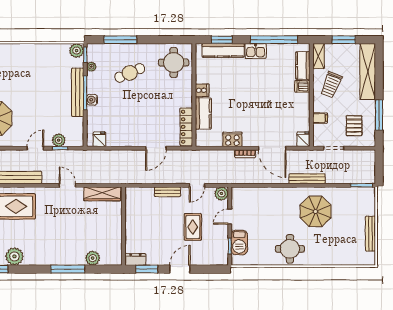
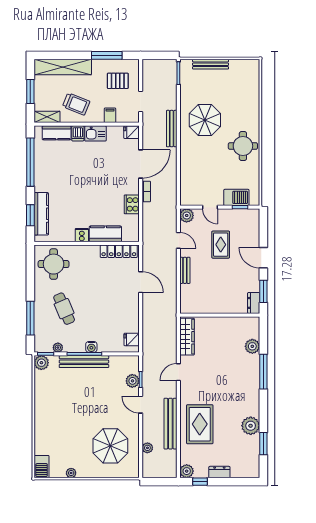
kitchen sink: (256, 51) -> (95, 133), moved, turned 90
rug: (193, 227) -> (221, 245), turned 90
bench: (370, 234) -> (211, 64), moved

